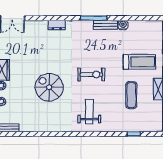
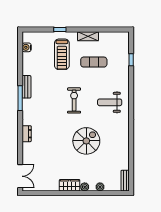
water cooler: (123, 25) -> (27, 47), moved
treadmill: (139, 62) -> (62, 54), turned 180
spiral stairs: (49, 87) -> (86, 141), turned 180

